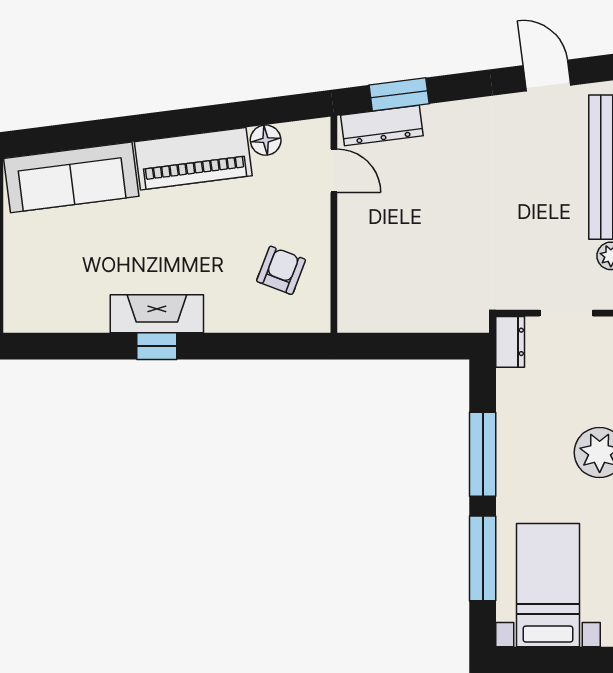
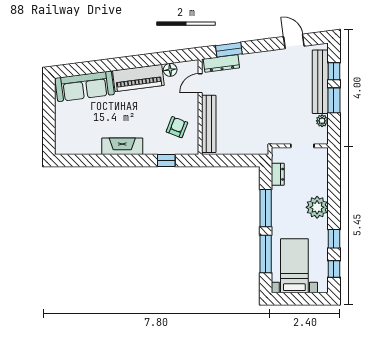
door: (334, 171) -> (200, 83), swing flipped
bench: (353, 263) -> (209, 124), added
dresser: (510, 342) -> (278, 174), moved
window: (157, 346) -> (166, 160), moved

